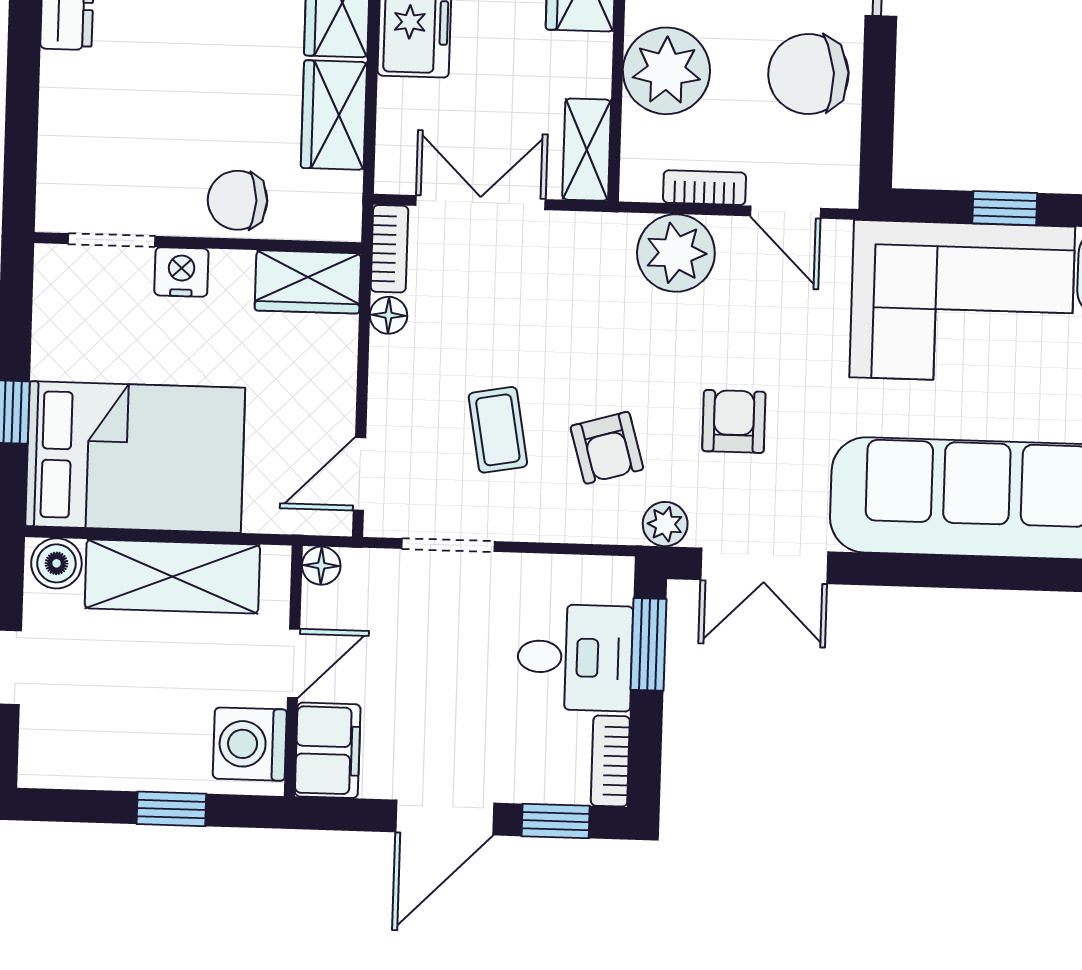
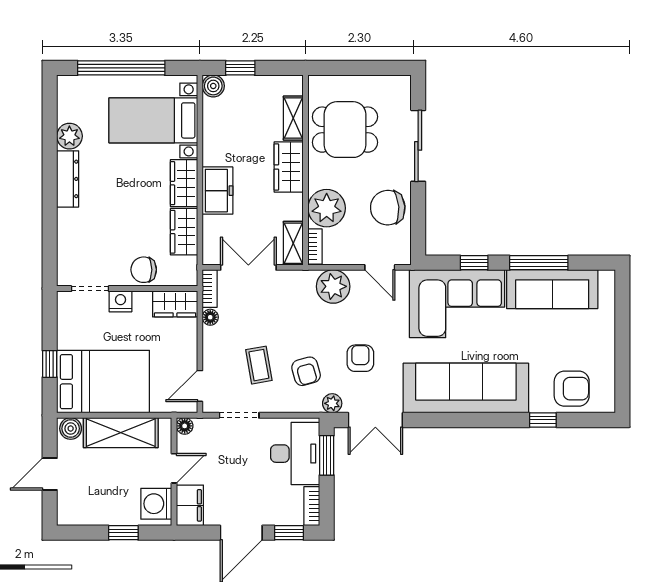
bookcase: (704, 188) -> (315, 246), moved, turned 90
desk: (575, 657) -> (295, 454), width x1.37

